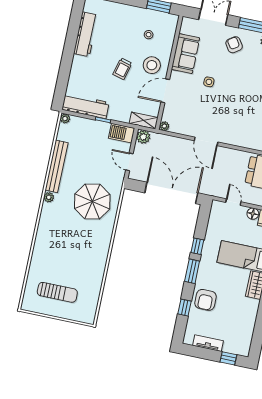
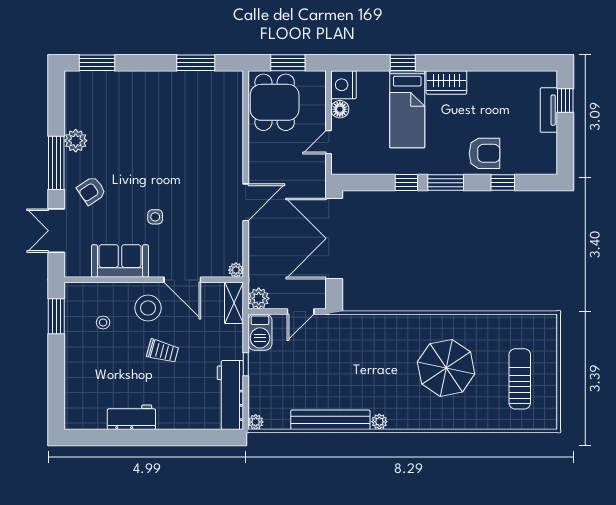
workbench: (86, 34) -> (131, 417), width x0.73
parasol: (92, 202) -> (446, 368), moved
tv unit: (208, 343) -> (549, 110), moved

